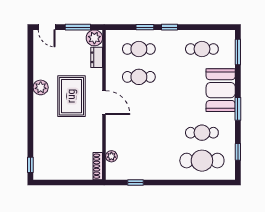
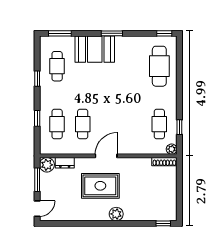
window: (170, 27) -> (37, 79), moved
plant: (41, 87) -> (116, 214), moved
cafe table: (202, 133) -> (159, 124), moved
window: (238, 152) -> (164, 33), moved
plant: (111, 156) -> (172, 149), moved

